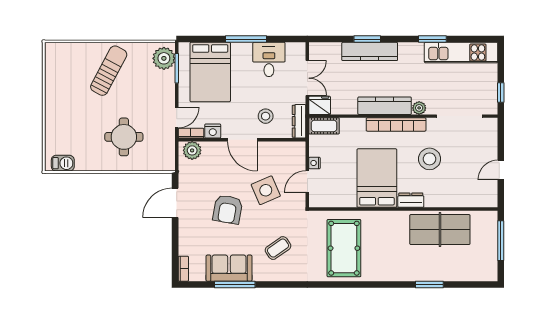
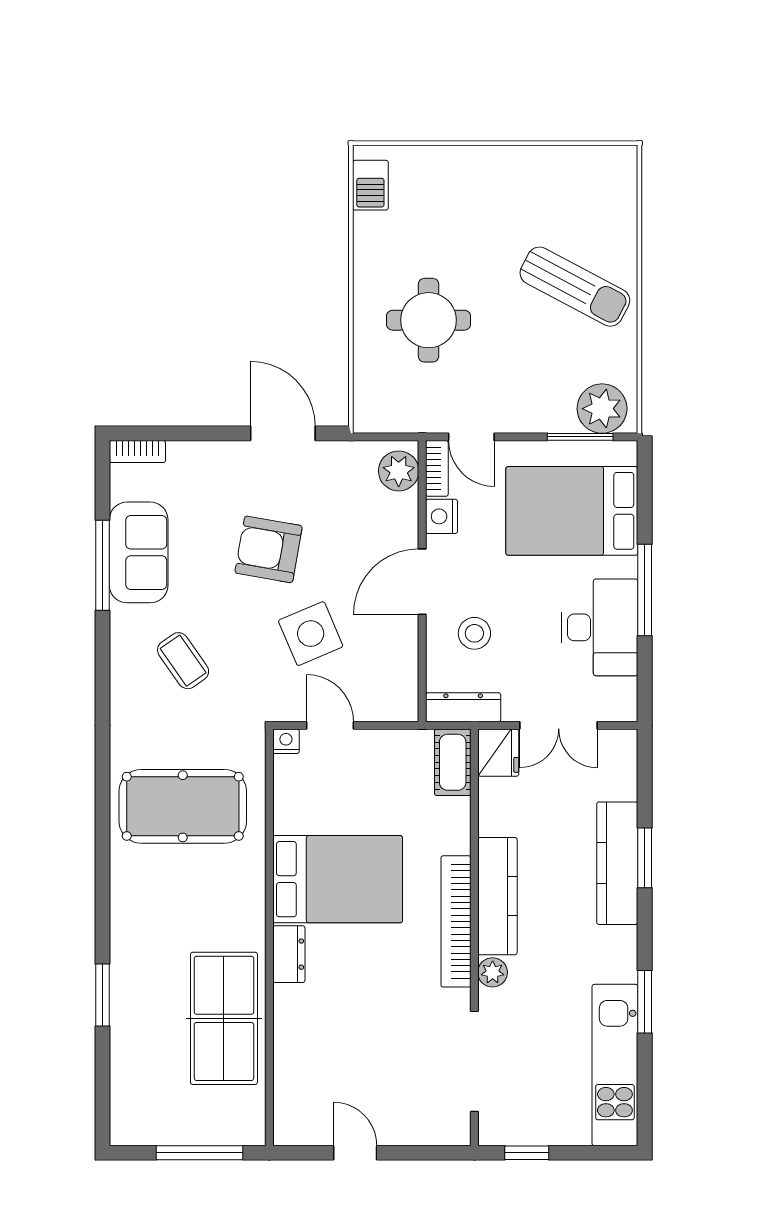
desk: (269, 59) -> (600, 627), width x1.37
stool: (430, 159) -> (380, 995), removed
nightstand: (314, 163) -> (286, 741), moved

